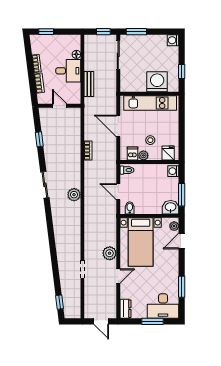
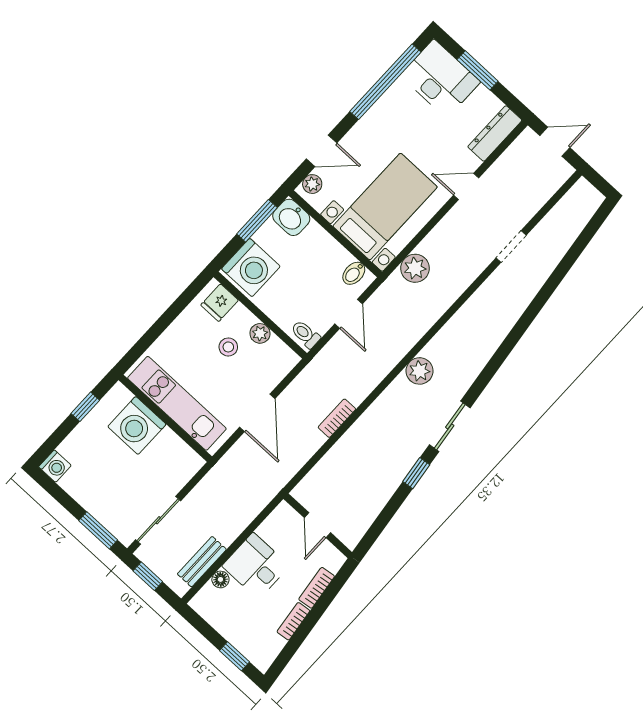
bench: (89, 84) -> (202, 562), moved
window: (39, 139) -> (416, 473), moved
dishwasher: (132, 154) -> (274, 352), removed
washing machine: (173, 171) -> (251, 268), width x1.89, depth x1.89
plant: (110, 253) -> (415, 268), moved
window: (182, 287) -> (385, 82), width x2.11
window: (59, 302) -> (591, 229), removed
dresser: (125, 309) -> (495, 133), width x1.44
door: (101, 321) -> (555, 142), hinge flipped

